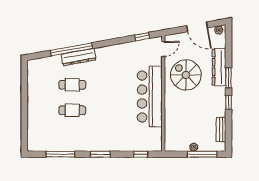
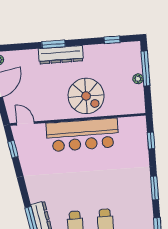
dresser: (219, 67) -> (61, 55), moved
spiral stairs: (186, 75) -> (86, 96), moved, turned -90
window: (228, 102) -> (112, 40), moved
bench: (221, 129) -> (115, 48), removed

